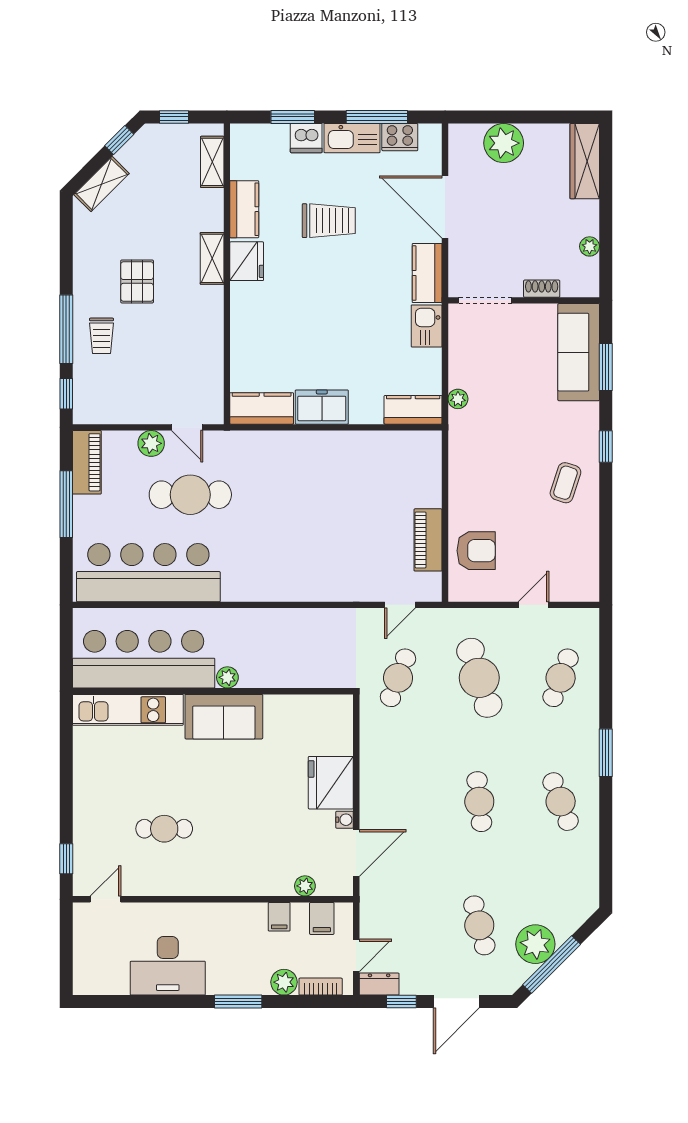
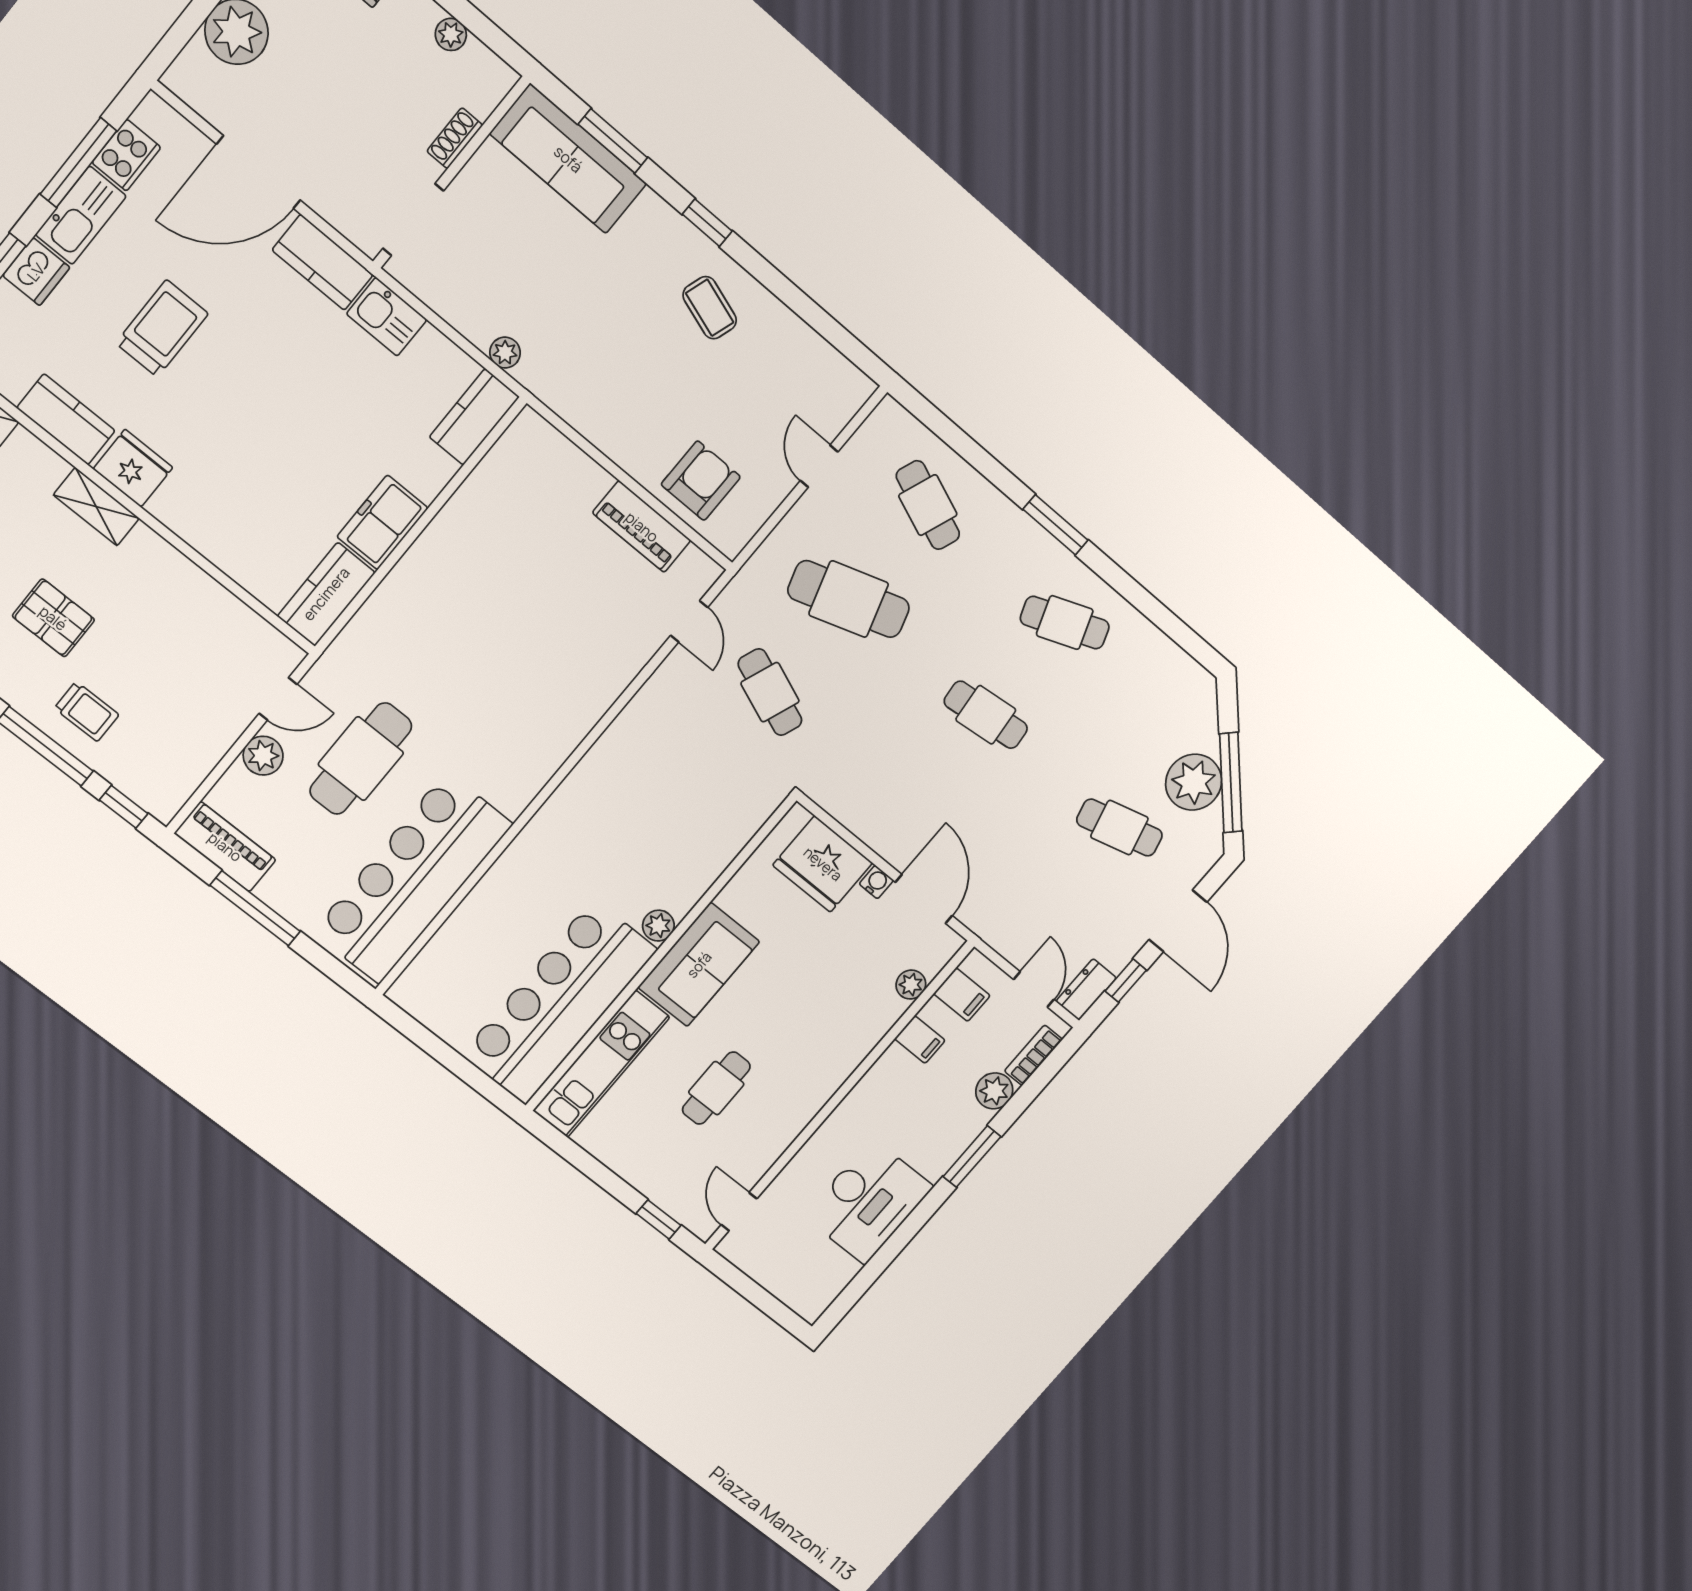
bar counter: (144, 659) -> (559, 1002), moved
plant: (227, 677) -> (658, 926), moved
wall: (213, 691) -> (660, 954), moved
kitchen unit: (128, 710) -> (601, 1064), moved
sofa: (224, 717) -> (699, 965), moved

